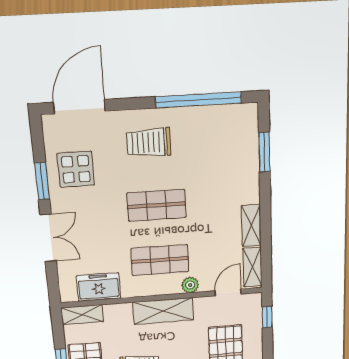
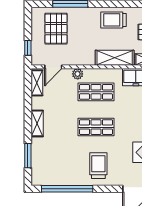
trolley: (149, 143) -> (98, 166), turned -90
shelving: (251, 225) -> (37, 123), moved
shelving: (163, 311) -> (115, 58), moved

